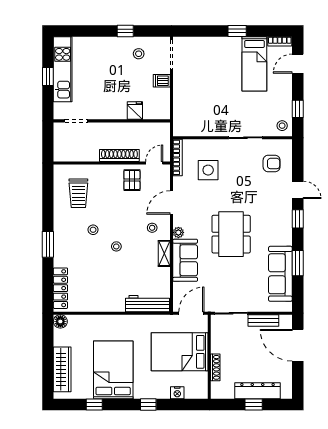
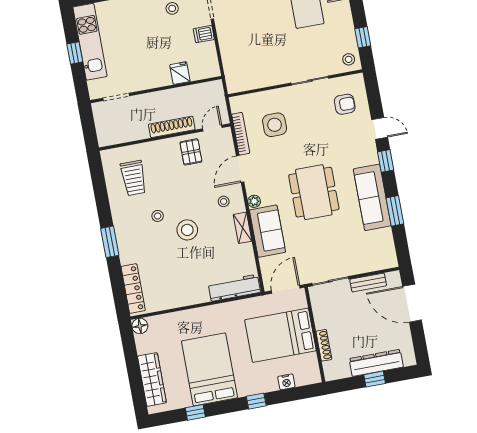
bookcase: (178, 157) -> (241, 134), moved
stool: (116, 246) -> (187, 230), width x1.89, depth x1.89
sofa: (280, 274) -> (372, 197), moved

